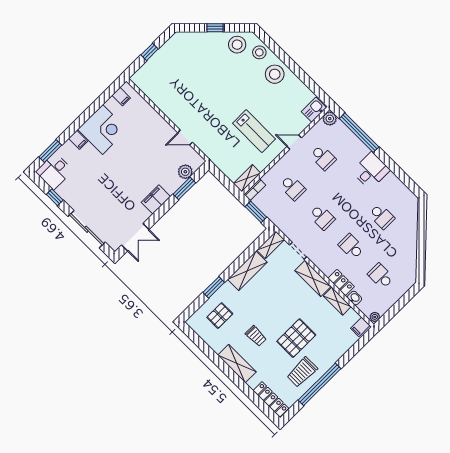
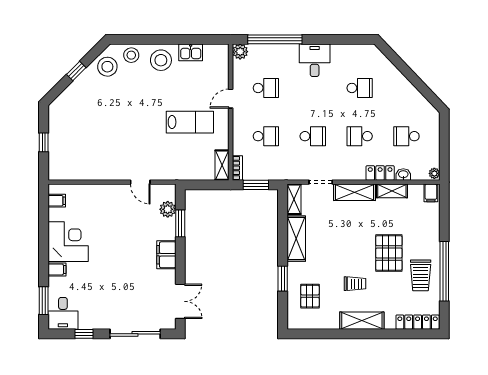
kitchen sink: (314, 110) -> (191, 52), moved, turned -90
door: (185, 138) -> (140, 182), hinge flipped

